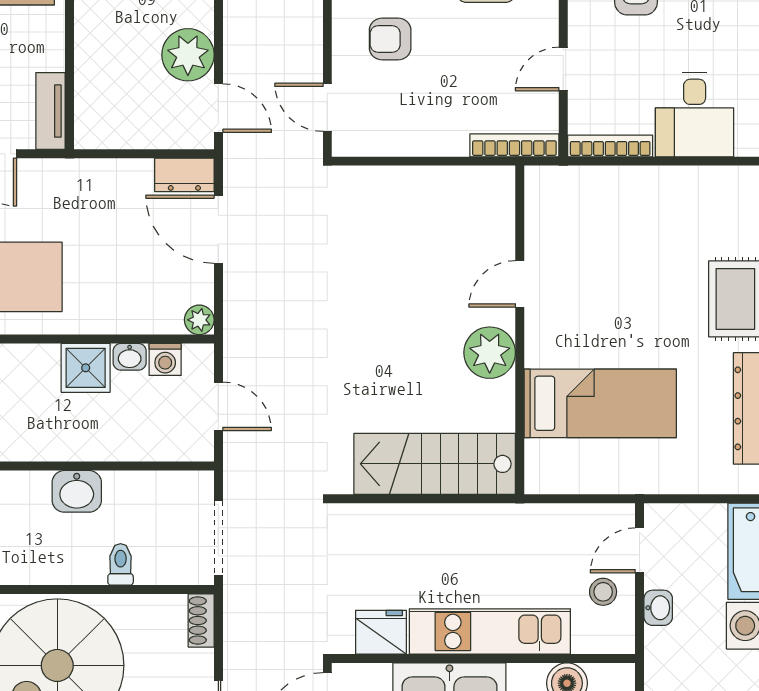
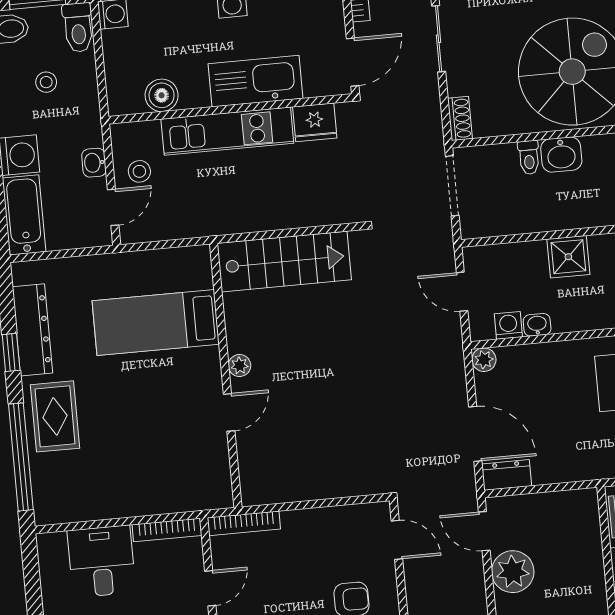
plant: (490, 353) -> (240, 365), width x0.53, depth x0.53
shower: (86, 368) -> (568, 257), moved
washbasin: (77, 491) -> (561, 155), moved, turned 180

